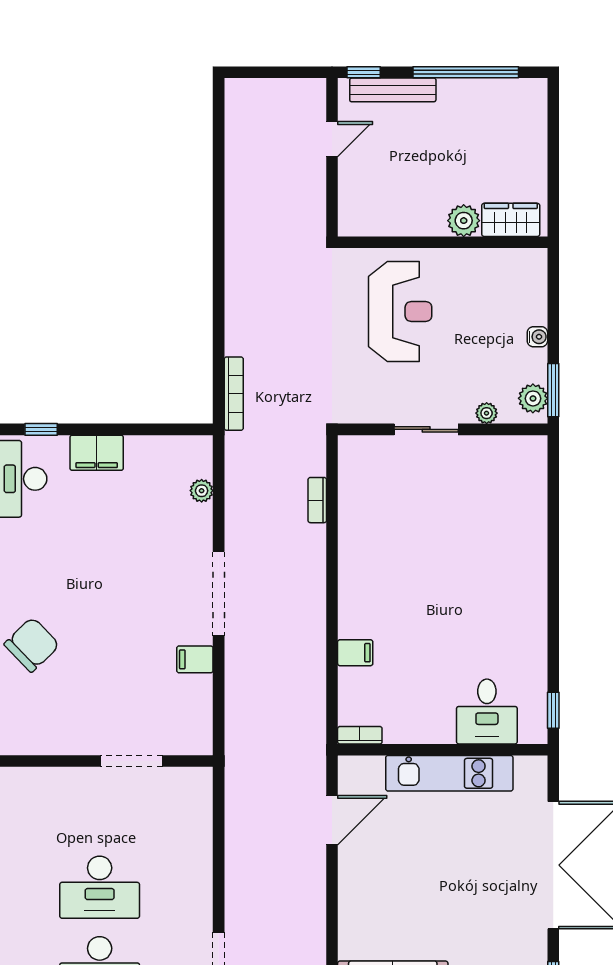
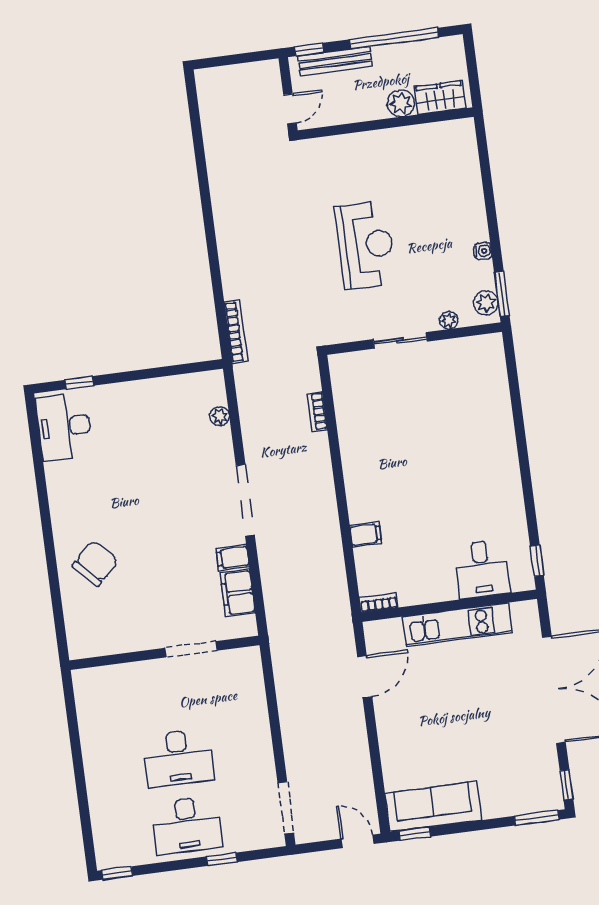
wardrobe: (511, 220) -> (440, 97), moved
plant: (464, 221) -> (401, 103), moved
wall: (443, 242) -> (386, 124), moved
filing cabinet: (97, 453) -> (238, 593), moved, turned 90

